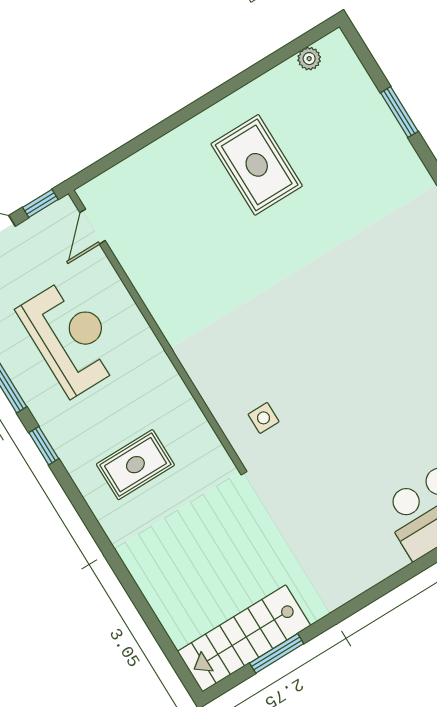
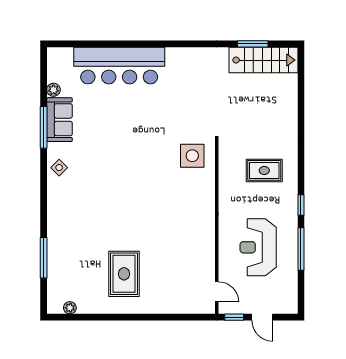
window: (399, 112) -> (44, 258), width x1.44
door: (92, 227) -> (217, 292), hinge flipped
side table: (264, 418) -> (192, 156), width x1.87, depth x1.87

